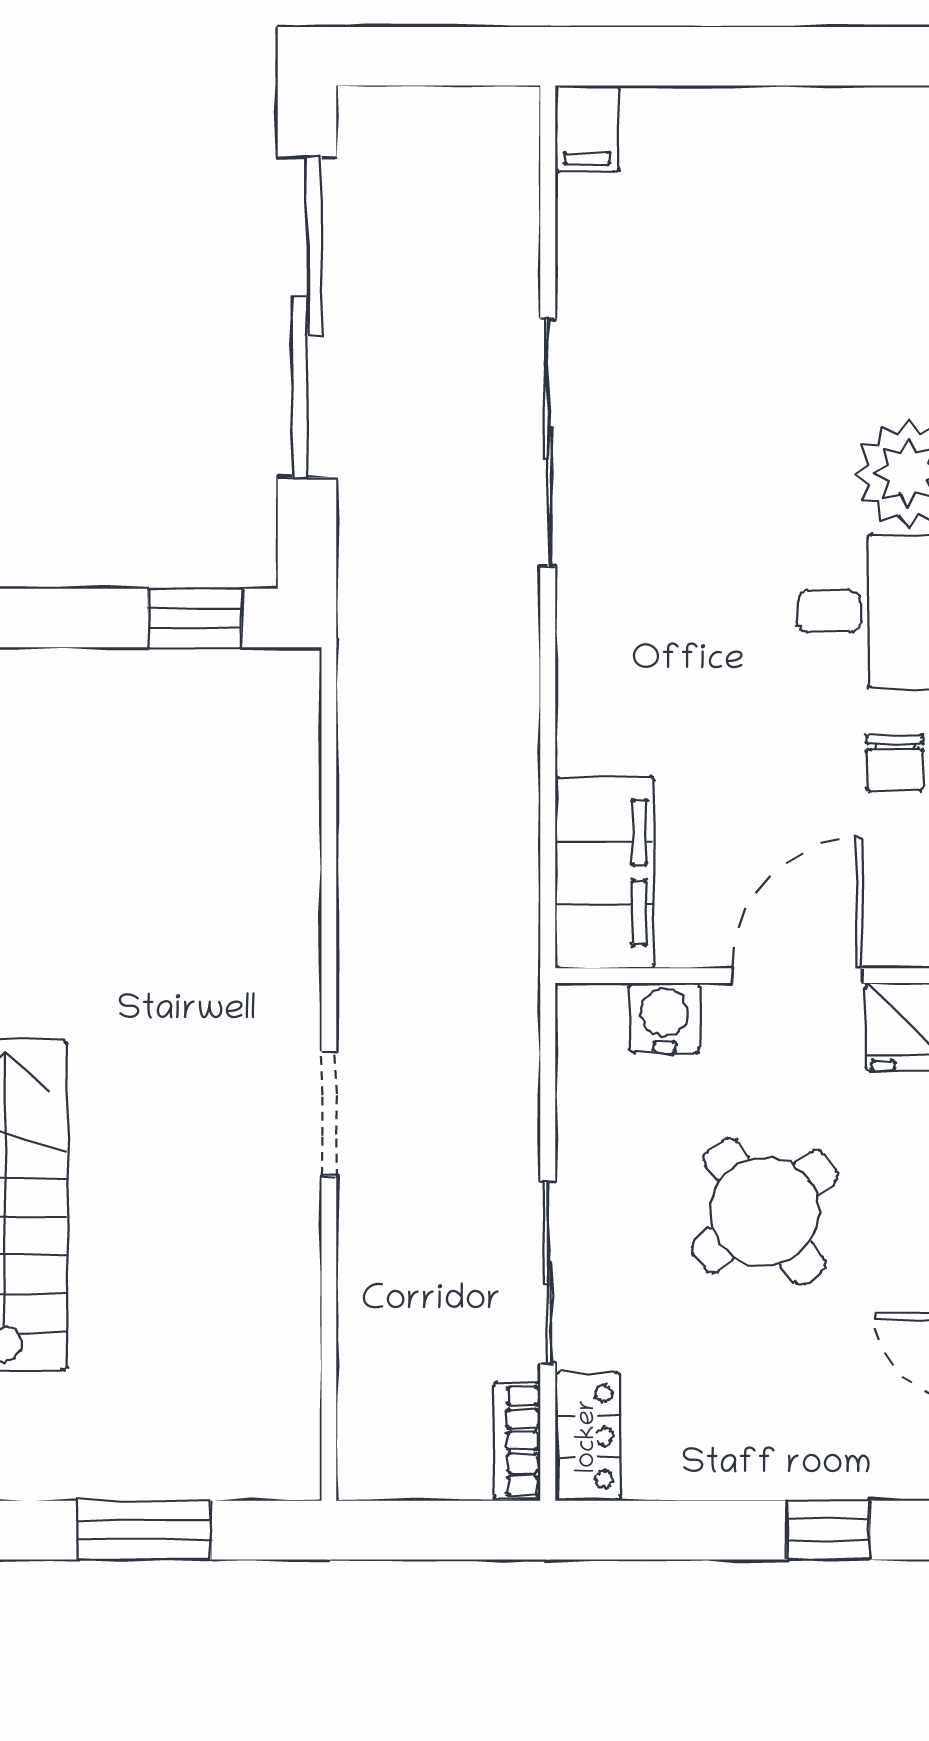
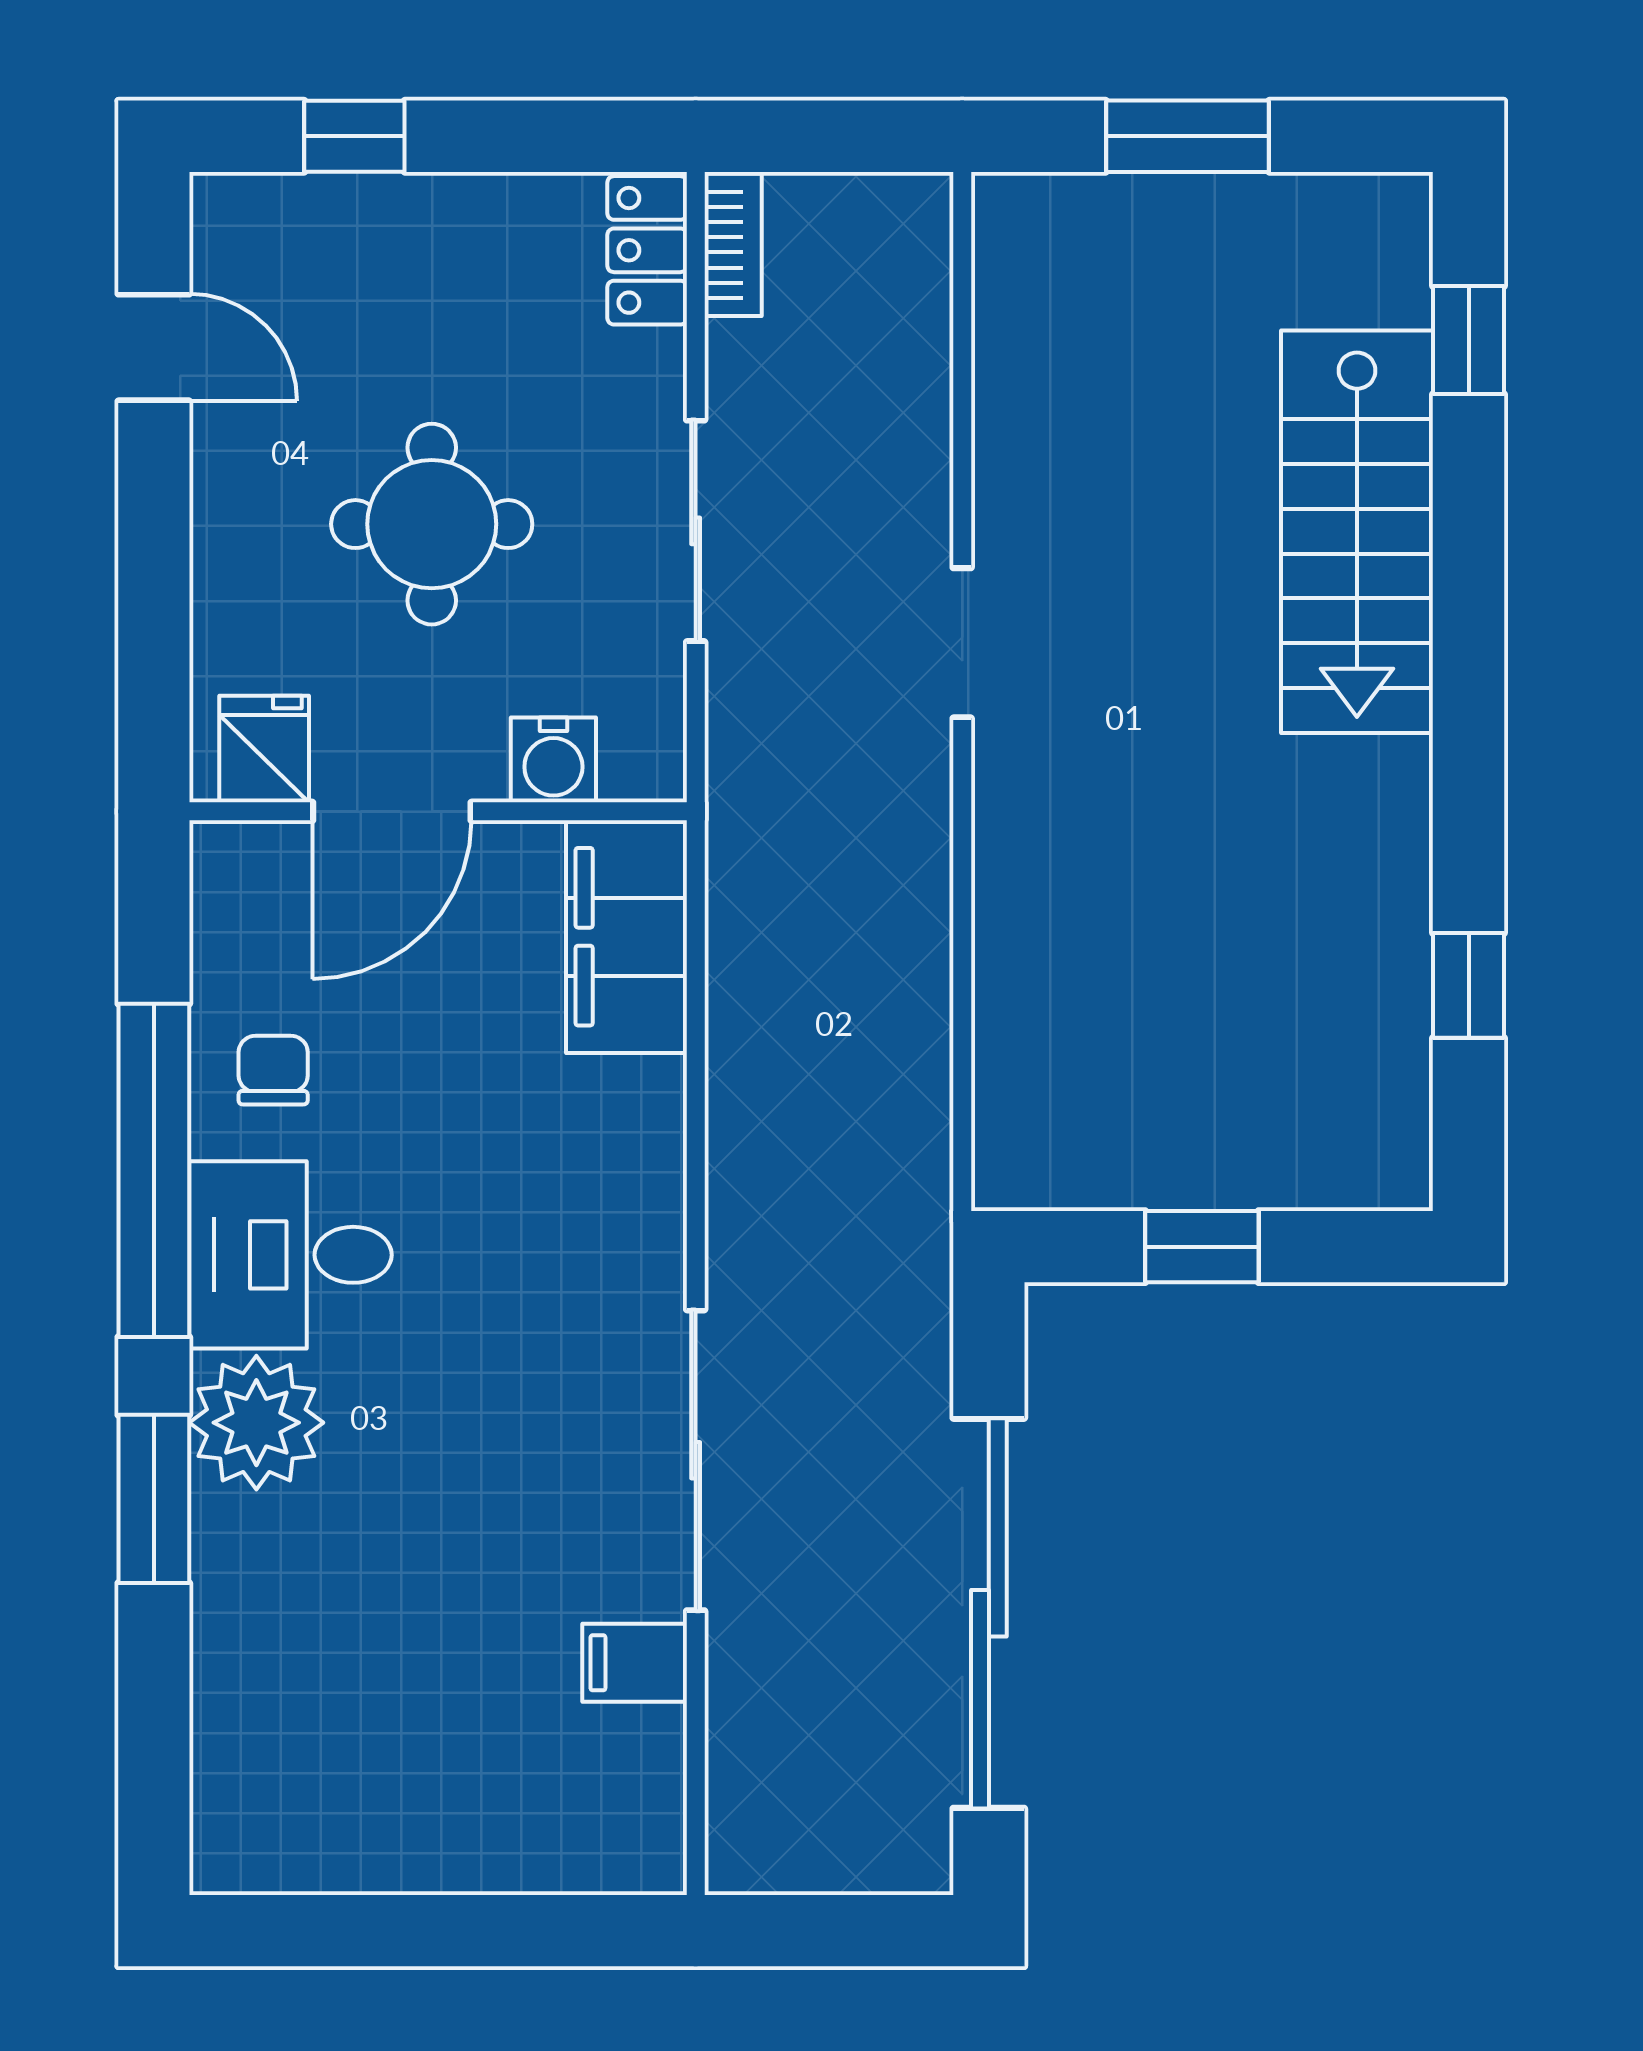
filing cabinet: (587, 128) -> (635, 1663), moved, turned -90
window: (195, 618) -> (1202, 1247), moved
round table: (765, 1212) -> (432, 524), turned 37
sliding door: (548, 1272) -> (696, 531), moved

